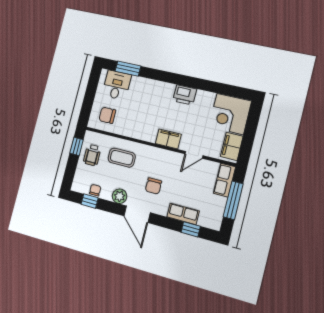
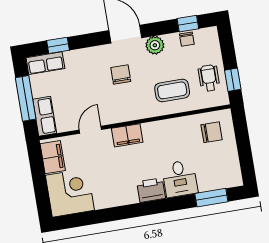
desk: (117, 85) -> (180, 179), moved
printer: (185, 95) -> (151, 190), moved
row of seats: (183, 214) -> (45, 63), moved

